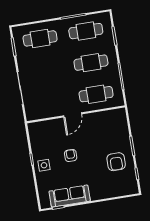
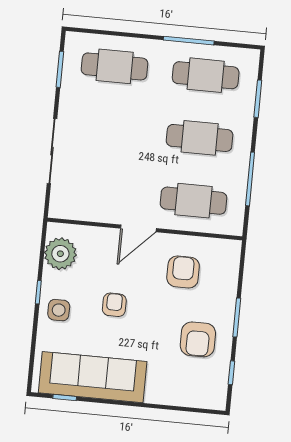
armchair: (100, 131) -> (183, 272), added
plant: (38, 137) -> (60, 254), added
sofa: (70, 196) -> (93, 377), width x1.36, depth x1.27

